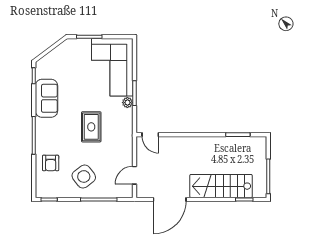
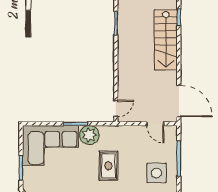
plant: (127, 103) -> (89, 135), width x1.88, depth x1.88
rug: (91, 127) -> (108, 166), turned 90
side table: (84, 176) -> (157, 173), turned 38
door: (170, 199) -> (179, 101), moved

